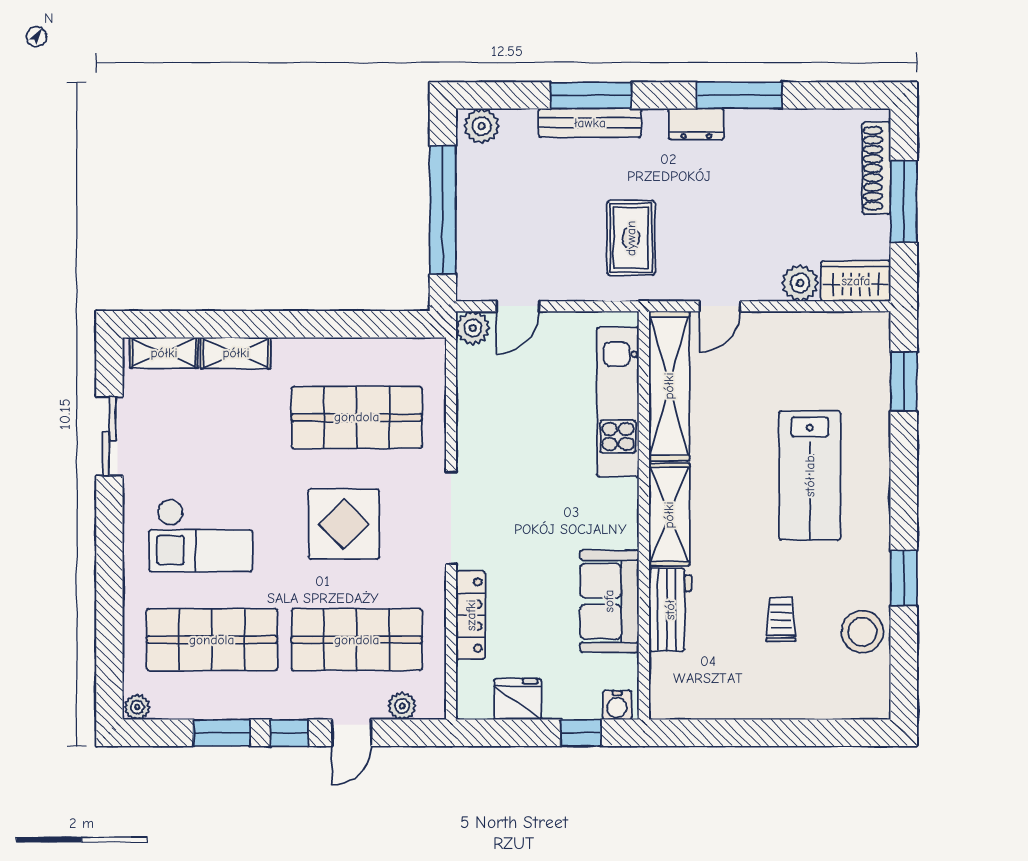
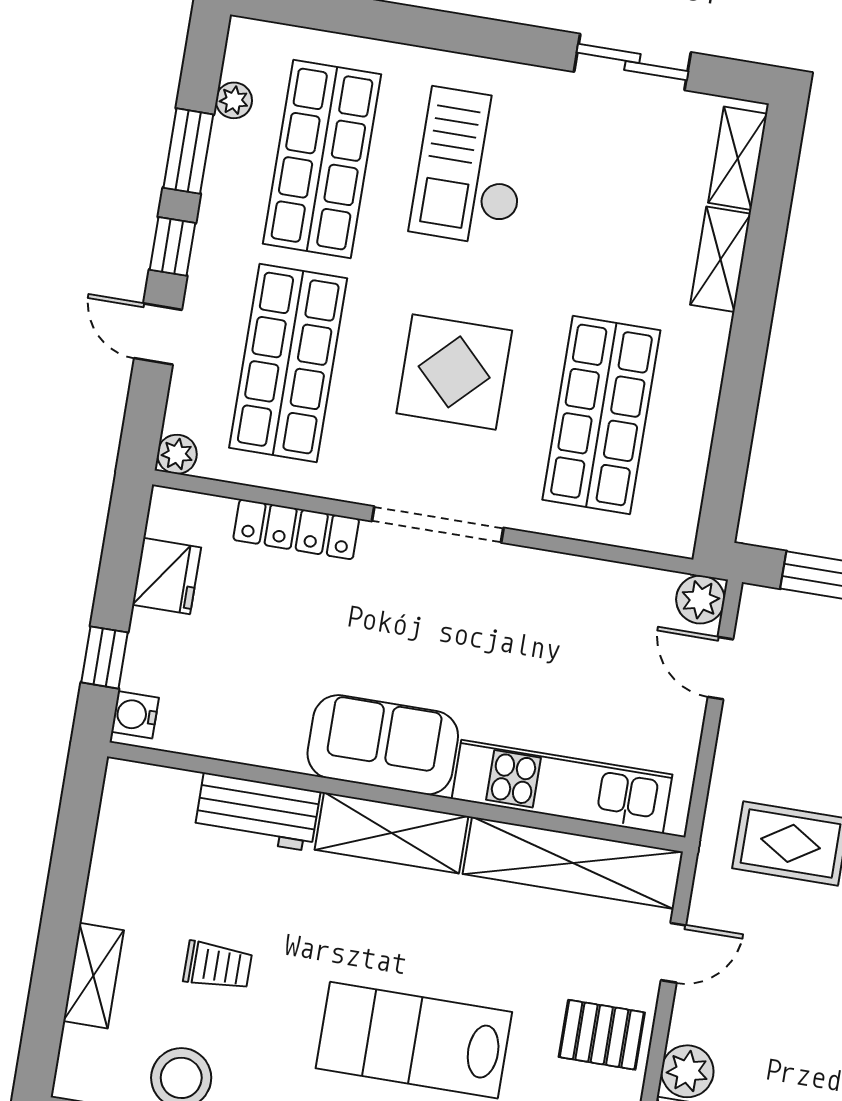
door: (720, 306) -> (673, 953), swing flipped
pallet: (785, 346) -> (602, 1035), added
sofa: (609, 601) -> (383, 745), moved
shelving: (802, 704) -> (94, 976), added
plant: (402, 706) -> (177, 454), moved
plant: (137, 707) -> (234, 100), moved

